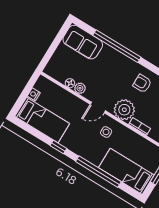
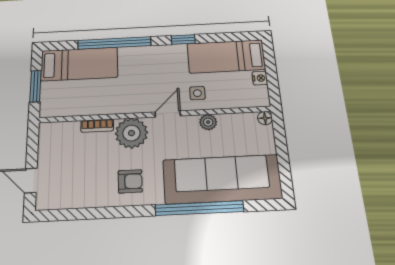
sofa: (83, 42) -> (222, 179), width x1.85, depth x1.27
floor lamp: (70, 83) -> (265, 118), moved
side table: (106, 132) -> (197, 93), moved

